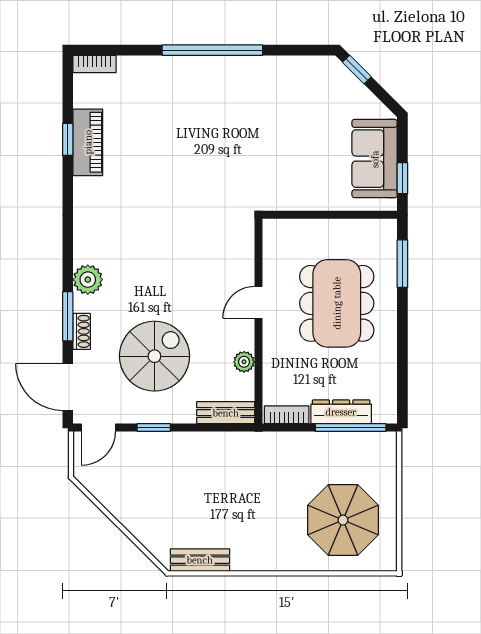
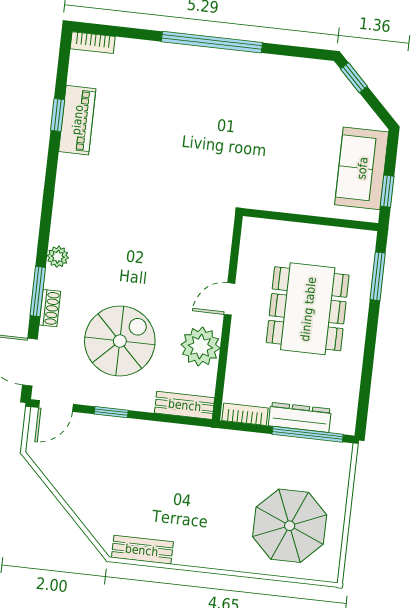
plant: (88, 280) -> (58, 257), width x0.73, depth x0.73
plant: (244, 362) -> (200, 346), width x1.87, depth x1.87

